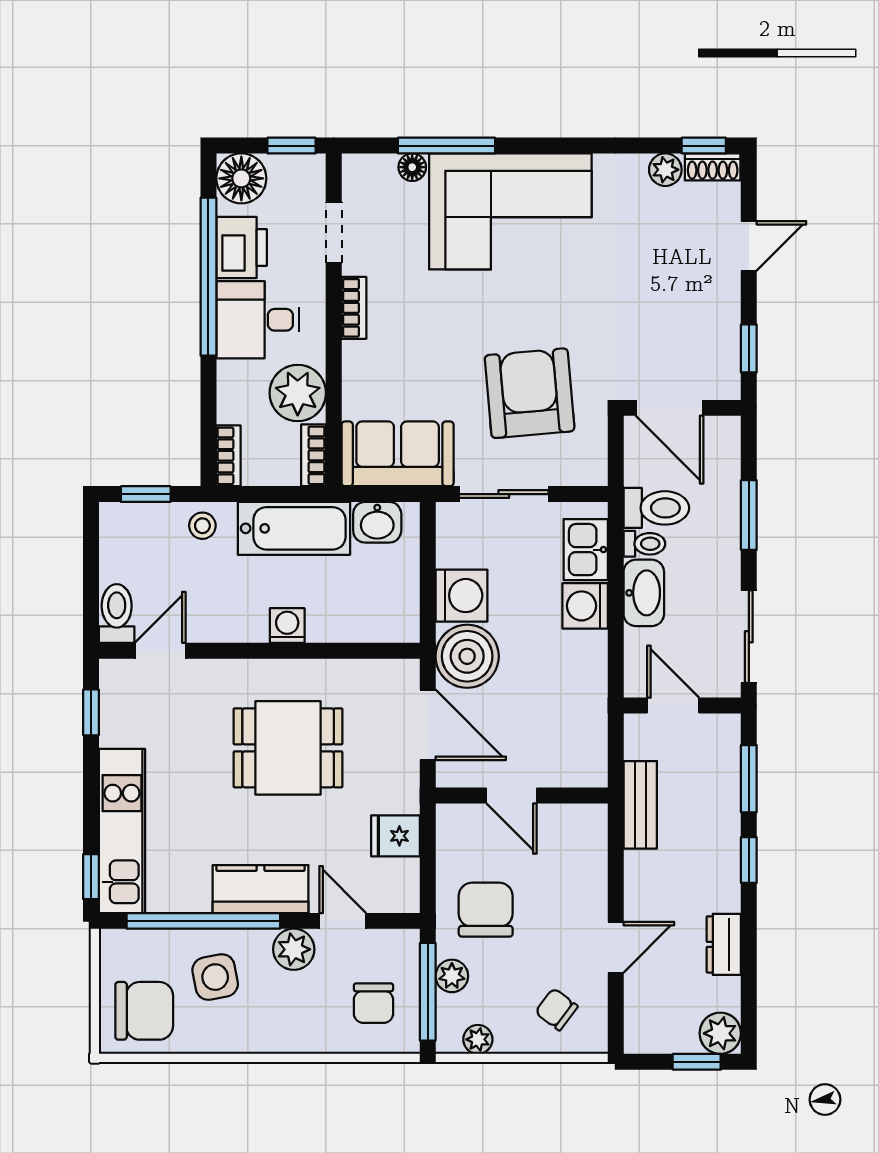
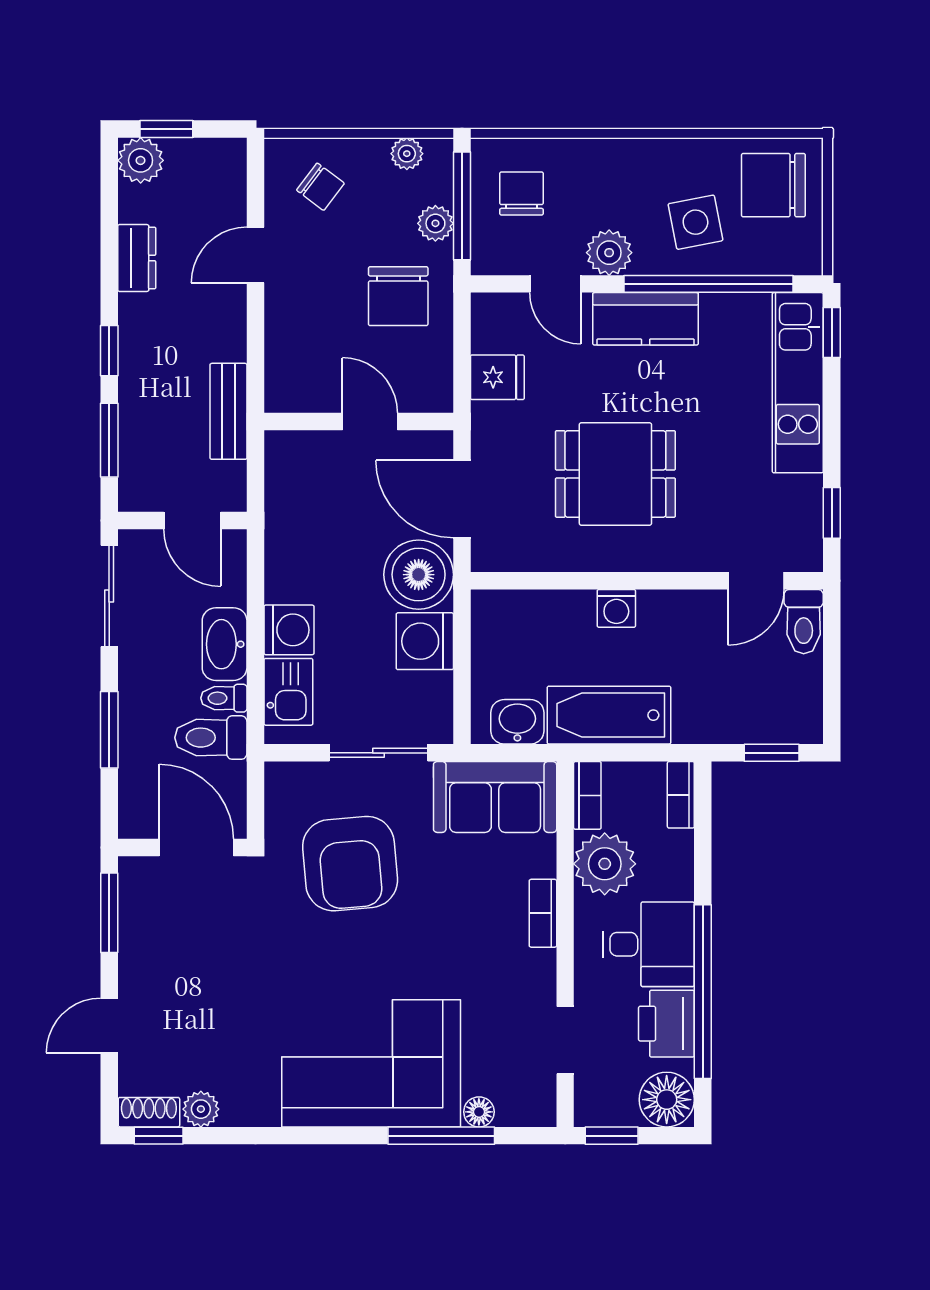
bookcase: (354, 308) -> (543, 913), moved
window: (749, 348) -> (109, 913), width x1.50
stool: (202, 526) -> (709, 718), removed

